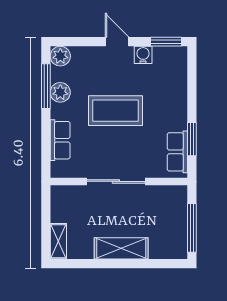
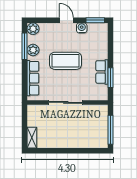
row of seats: (60, 140) -> (33, 78), width x1.48
row of seats: (177, 152) -> (102, 72), moved
shelving: (121, 248) -> (69, 142), removed

